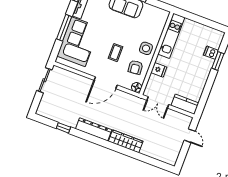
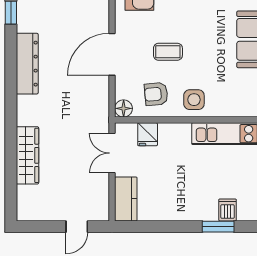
fridge: (159, 70) -> (148, 134), moved
door: (106, 83) -> (112, 54), hinge flipped
wardrobe: (126, 141) -> (27, 155), moved

